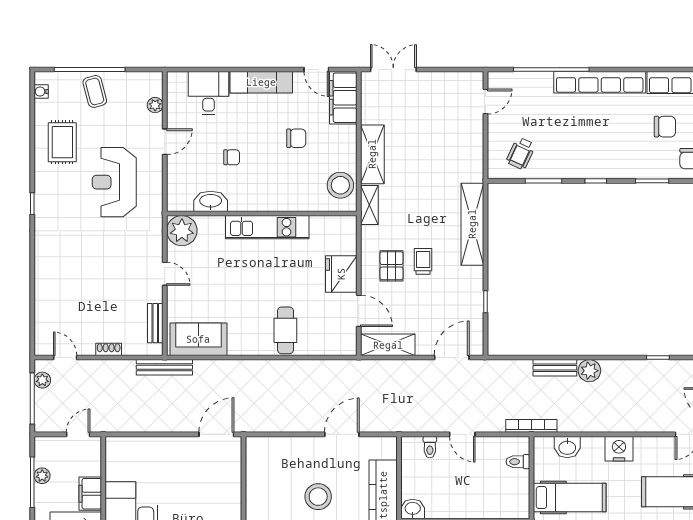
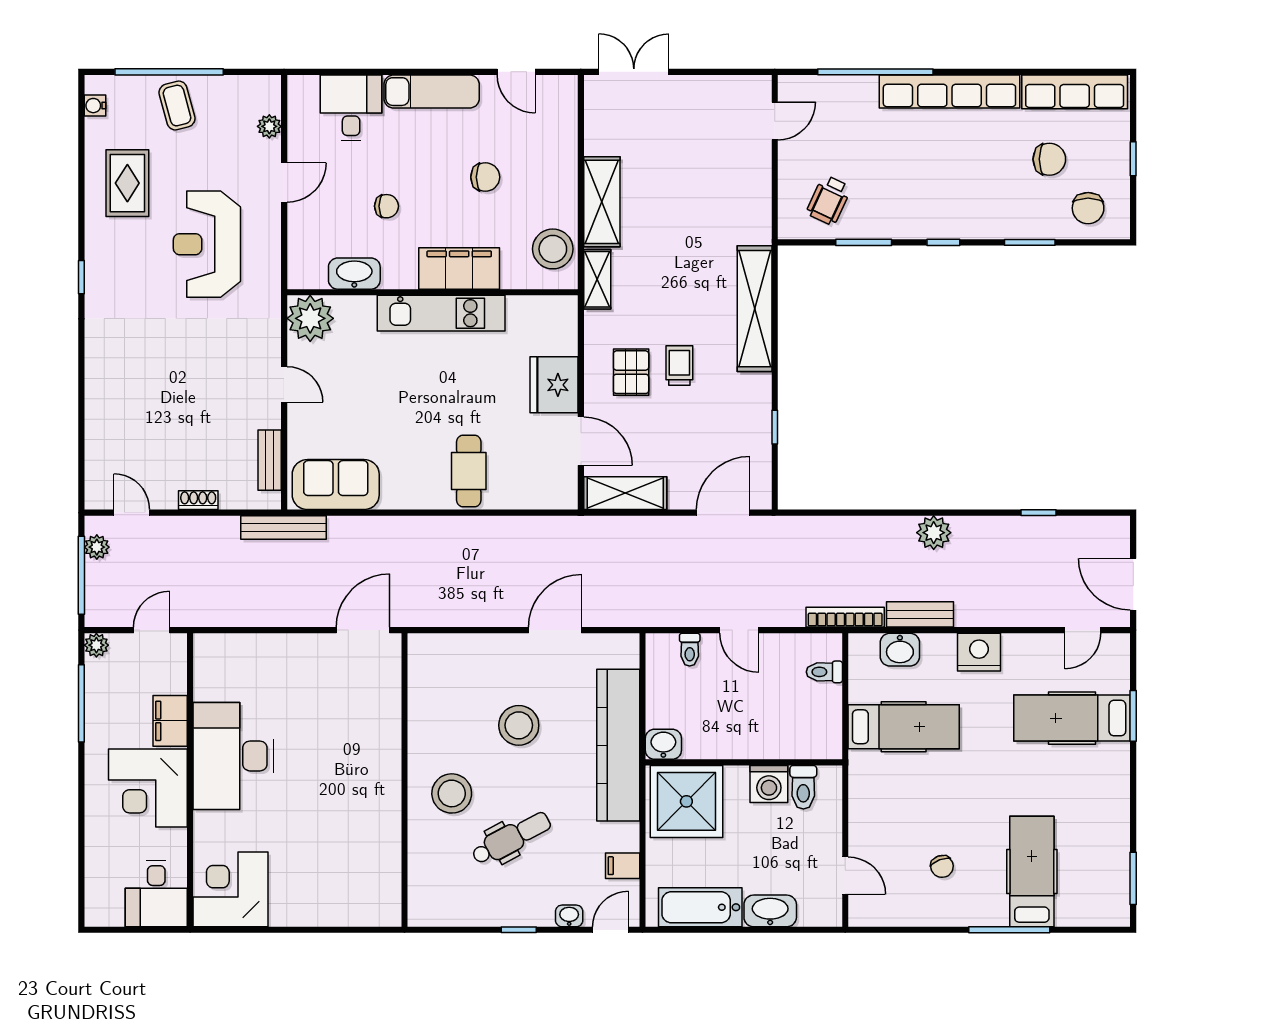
filing cabinet: (343, 98) -> (459, 268), moved, turned 90
bench: (555, 368) -> (920, 614), moved
plant: (42, 476) -> (96, 645), moved

